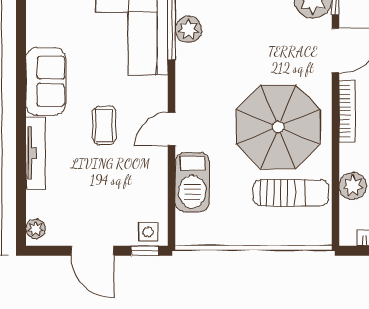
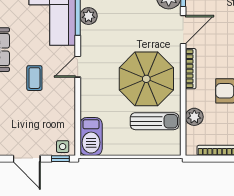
door: (172, 129) -> (78, 67), moved
barbecue: (192, 182) -> (91, 136), moved

